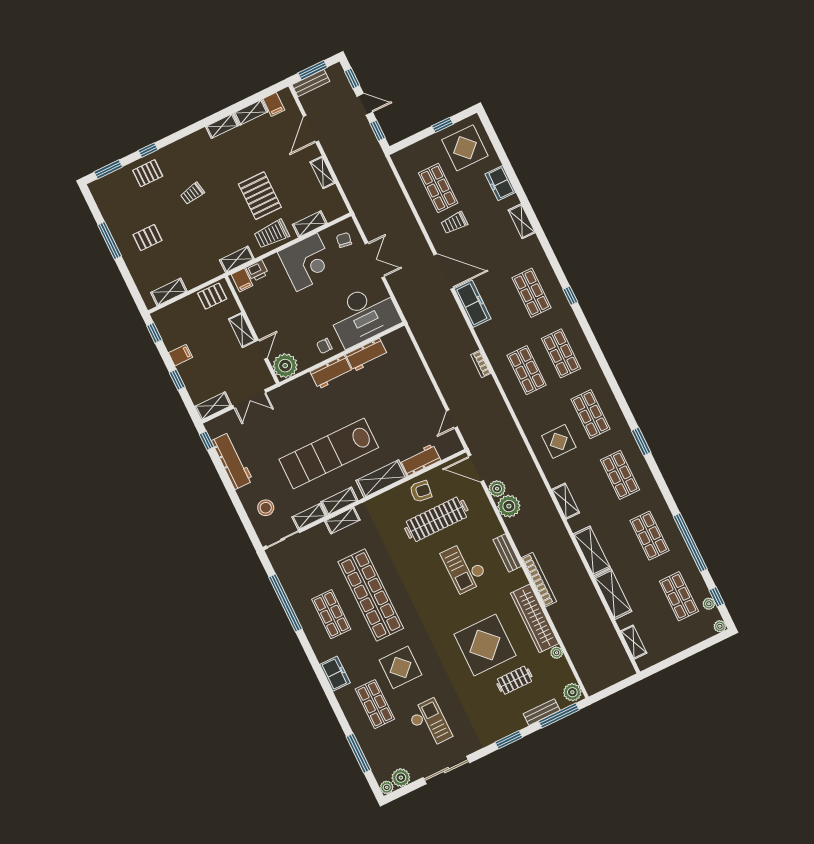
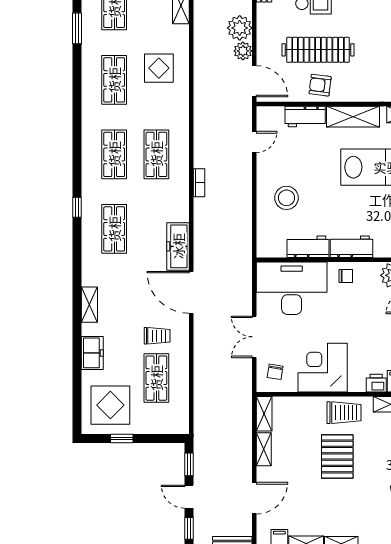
shelving: (310, 224) -> (264, 414), moved, turned 90
stool: (403, 386) -> (286, 198), added

